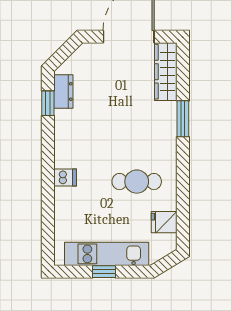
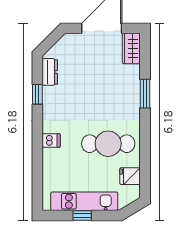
wardrobe: (166, 72) -> (131, 48), width x0.67
window: (48, 103) -> (37, 94), moved
cafe table: (137, 182) -> (108, 144), width x1.37, depth x1.35

